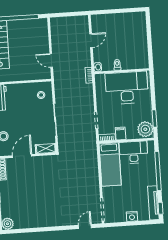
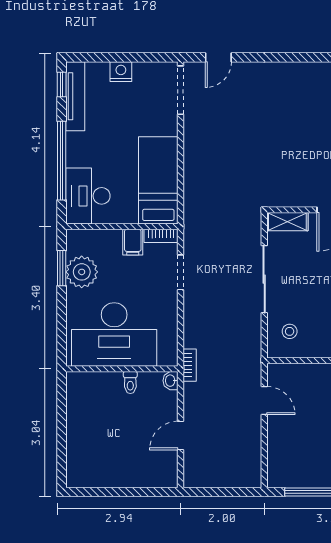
plant: (145, 129) -> (82, 272), moved
desk: (134, 152) -> (88, 196), moved, turned 90

